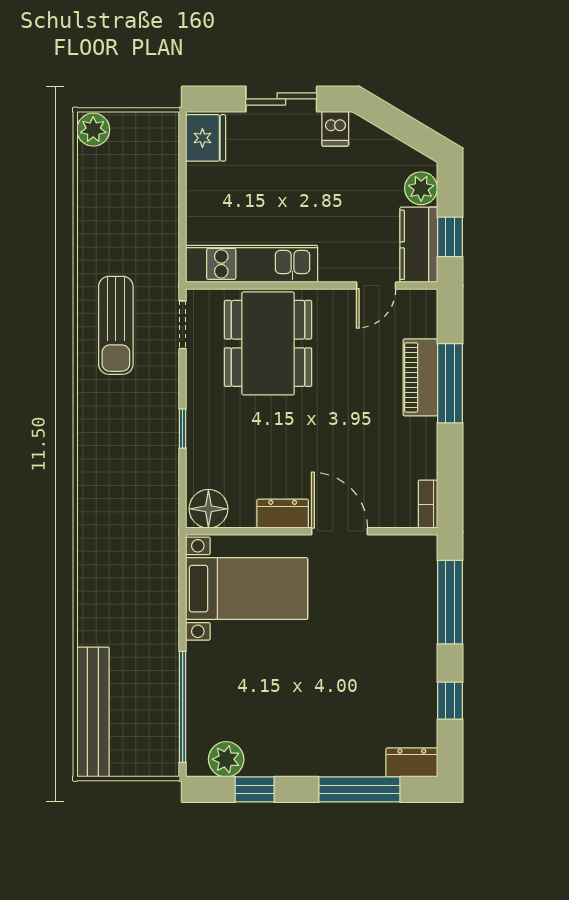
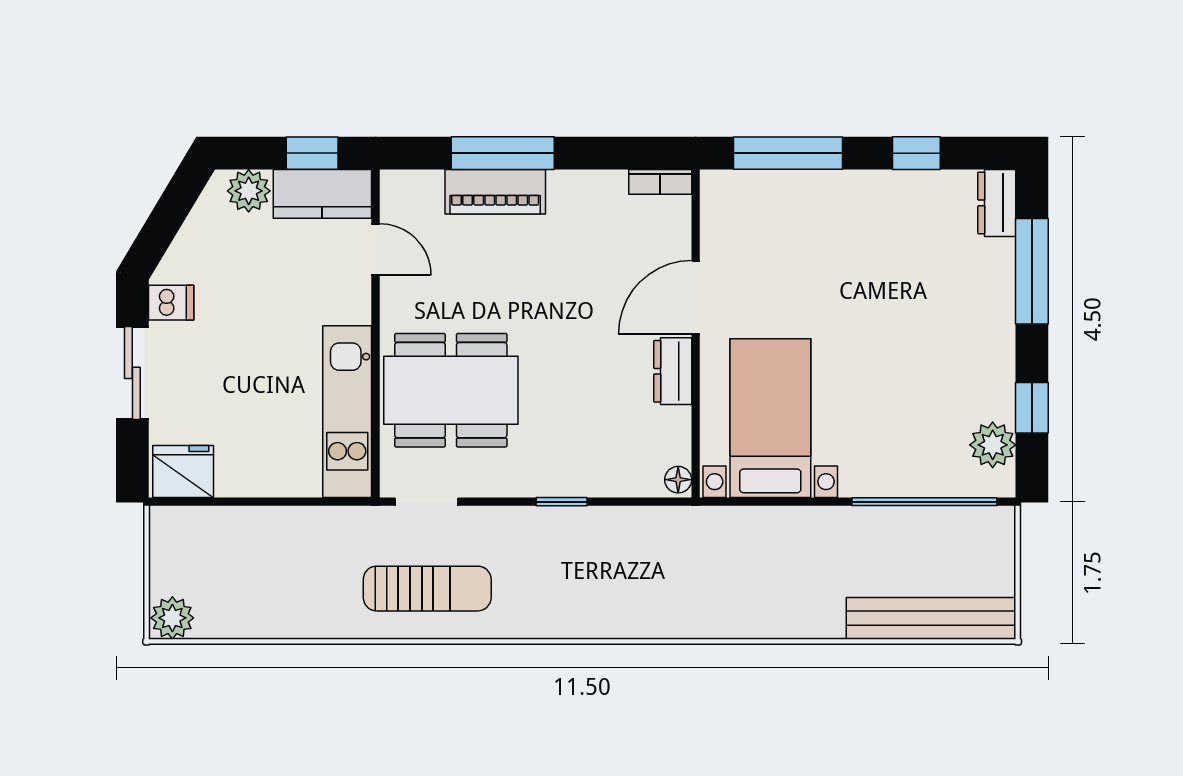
floor lamp: (208, 509) -> (678, 480), width x0.53, depth x0.53

